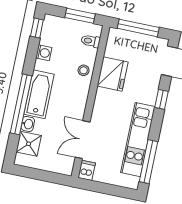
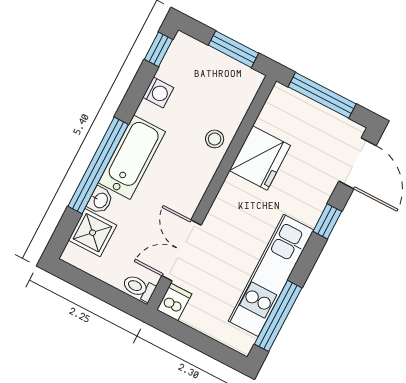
toilet: (90, 41) -> (139, 288), moved

